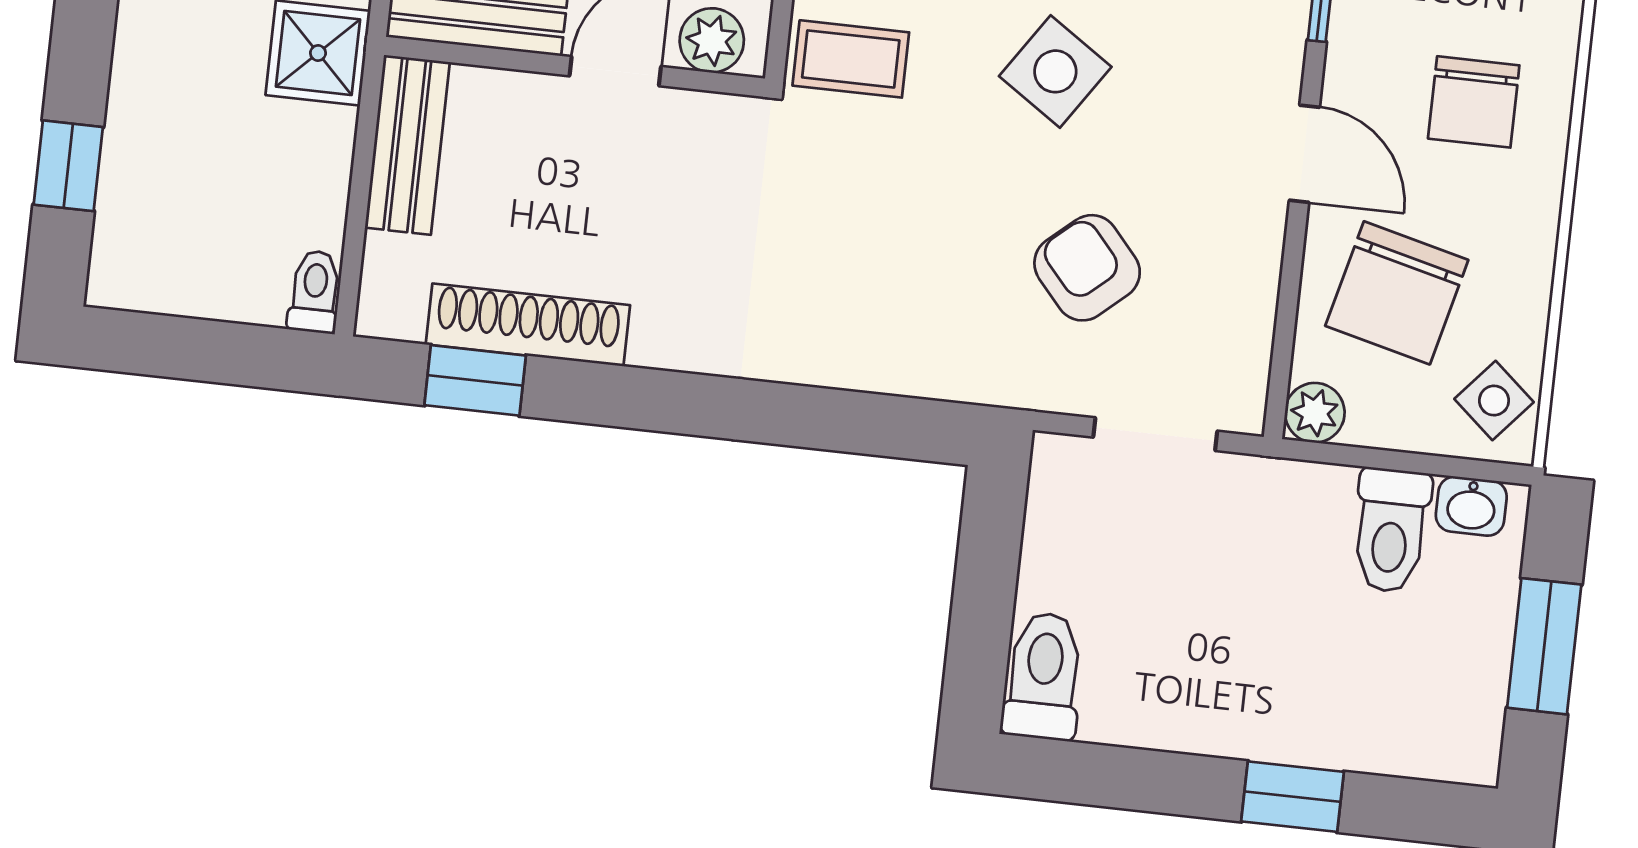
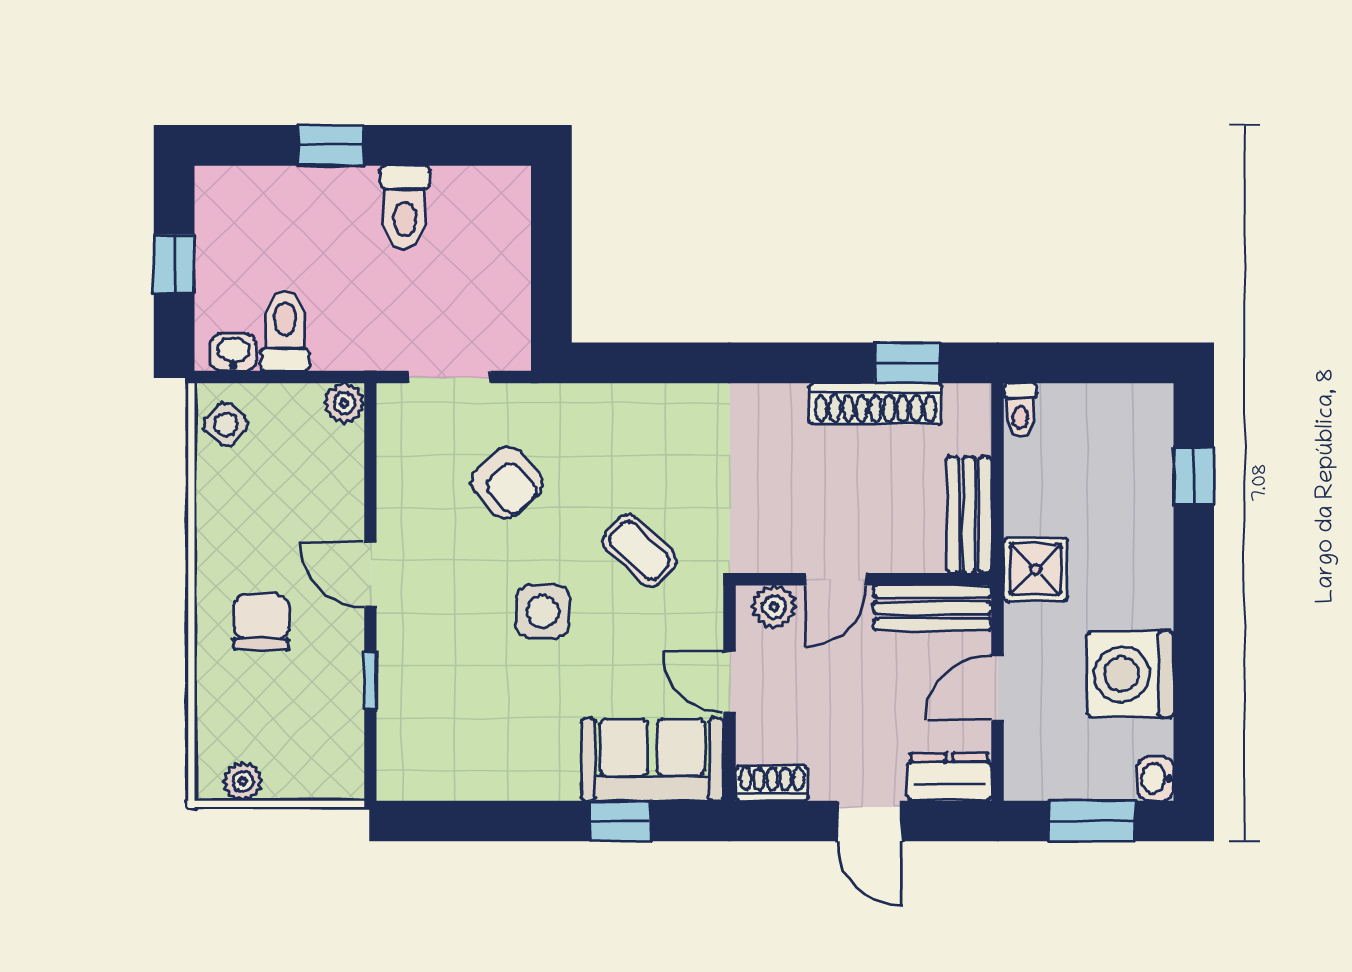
coffee table: (851, 59) -> (640, 551), moved, turned 43
side table: (1055, 71) -> (543, 611), turned -34
chair: (1397, 293) -> (298, 489), removed
window: (1544, 646) -> (174, 264), width x0.67
toilet: (1044, 676) -> (405, 207), moved

